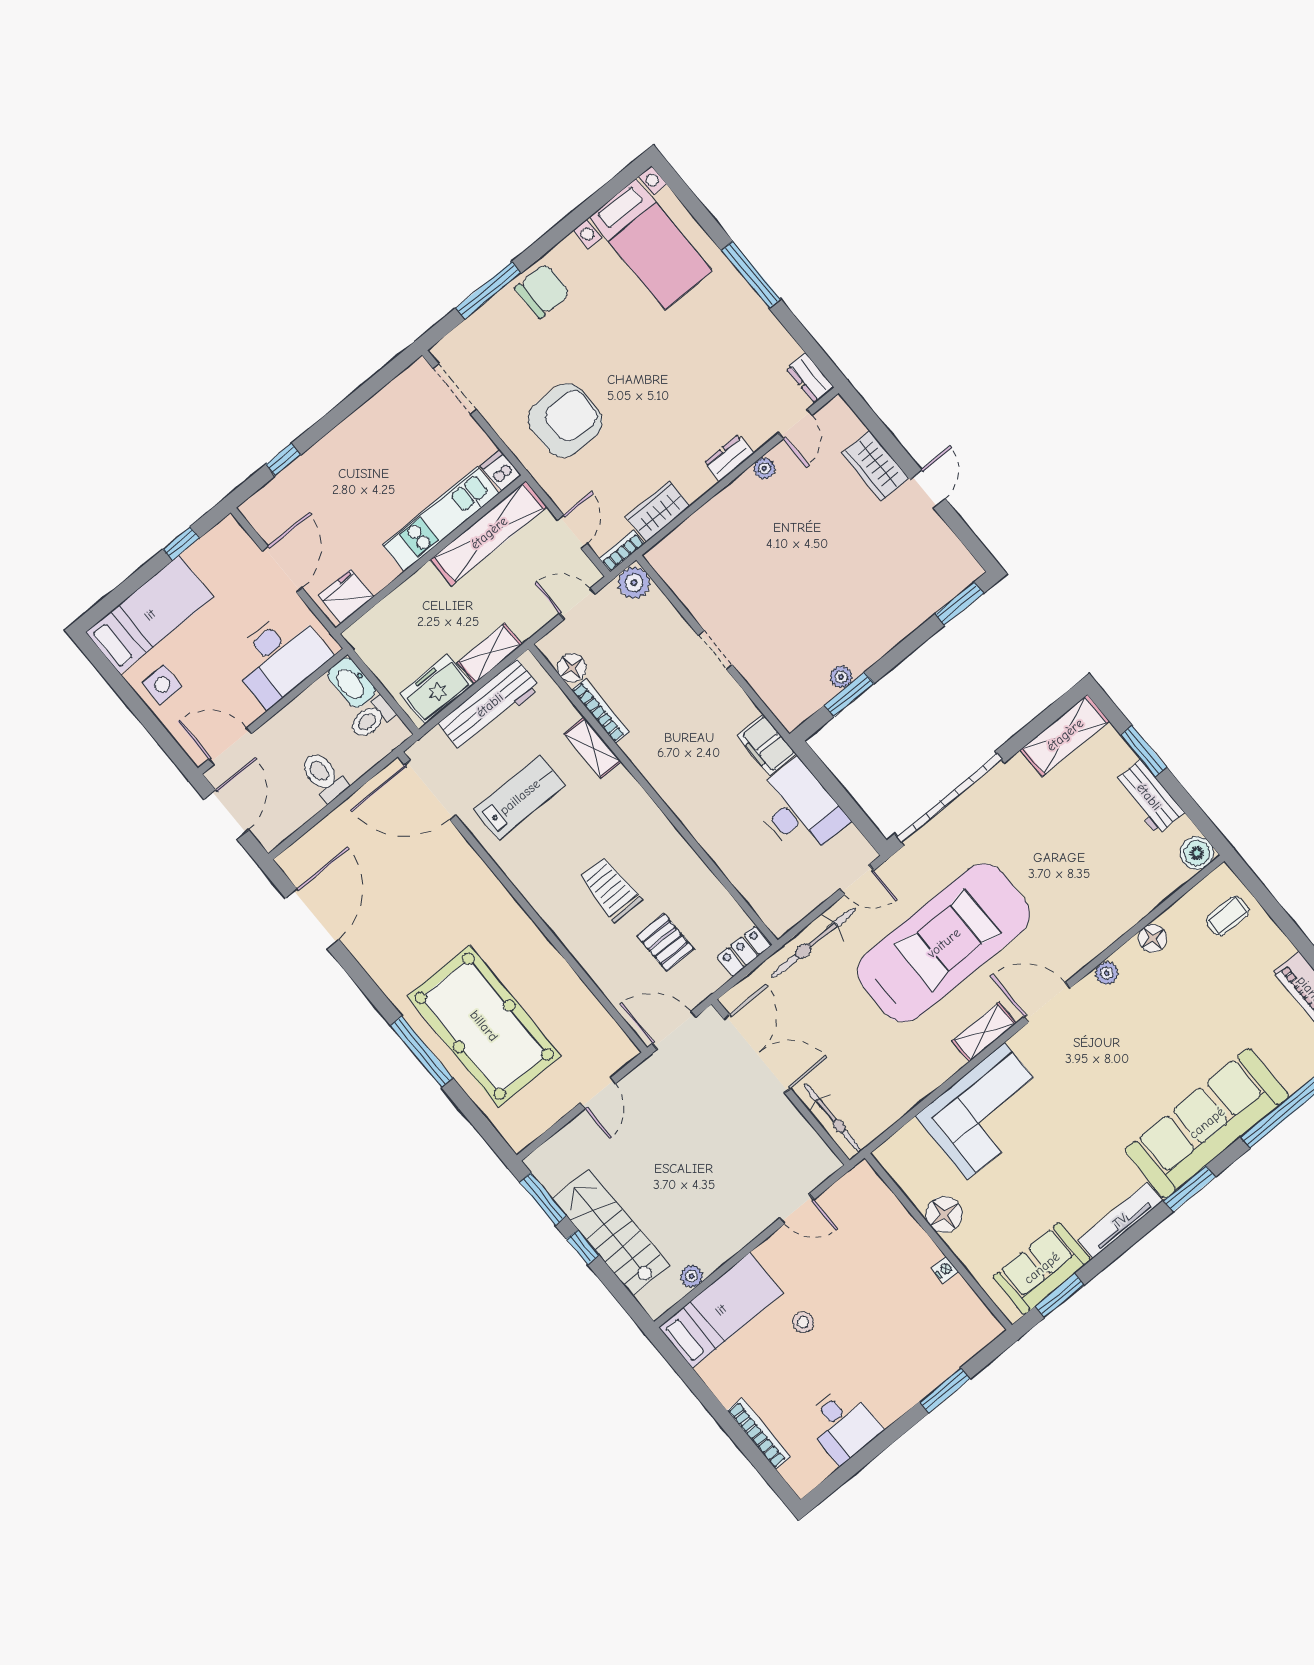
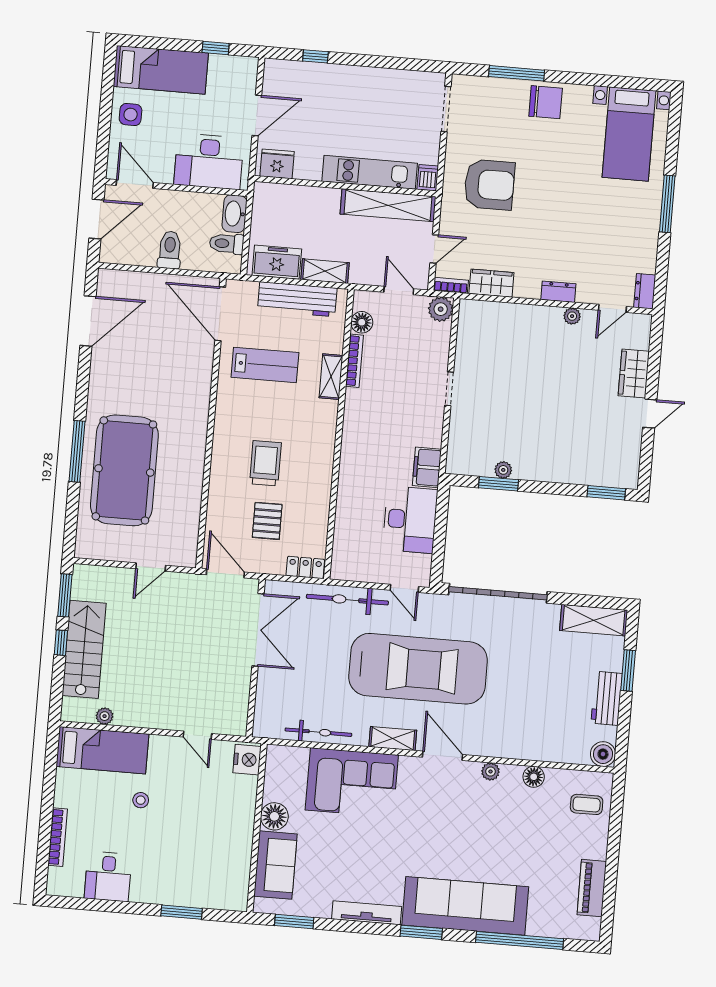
bicycle: (833, 1118) -> (318, 732), moved, turned -90
sofa: (1042, 1268) -> (276, 865), moved, turned 90
nightstand: (945, 1270) -> (247, 760), moved, width x1.89, depth x1.79

